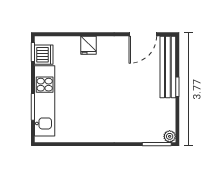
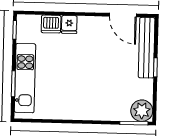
door: (143, 34) -> (123, 15), hinge flipped
dishwasher: (44, 55) -> (51, 24), moved, turned 90
plant: (170, 136) -> (142, 111), width x1.87, depth x1.87

